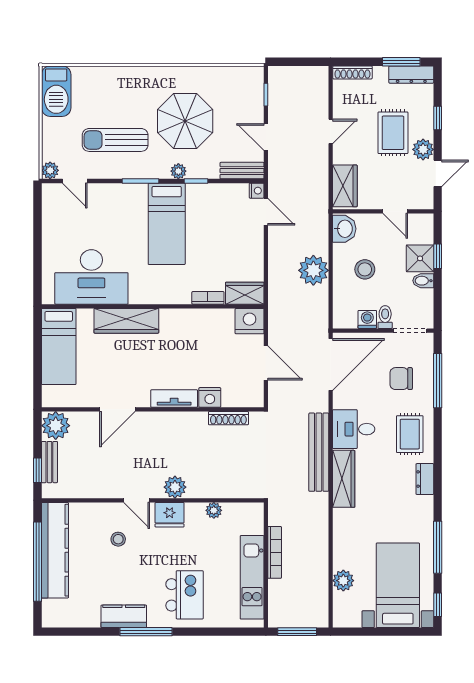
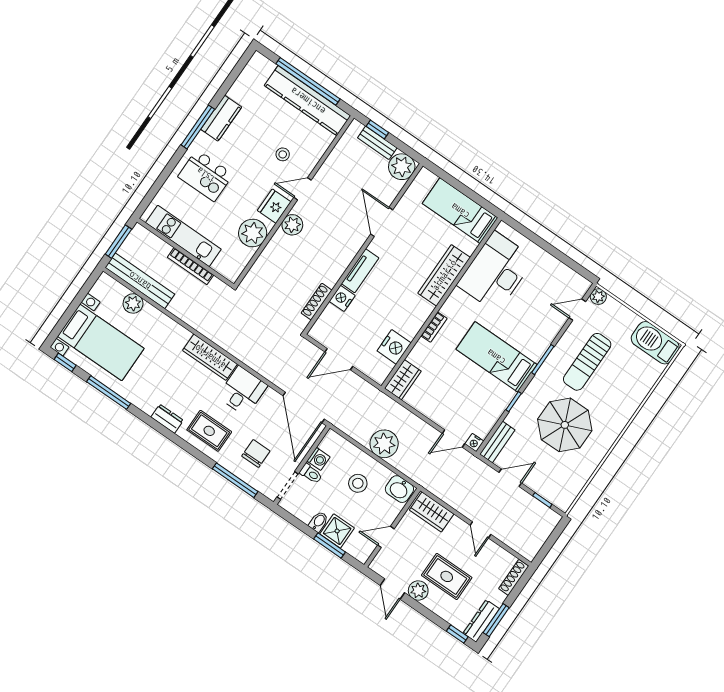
window: (438, 118) -> (457, 634), moved
sun lounger: (115, 140) -> (587, 362), turned 180
plant: (178, 171) -> (530, 393), removed
window: (438, 256) -> (329, 546), width x1.50
bookcase: (208, 298) -> (434, 327), moved
nightstand: (250, 321) -> (394, 347), moved
bench: (319, 452) -> (140, 281), moved
plant: (214, 510) -> (253, 233), width x1.87, depth x1.87

